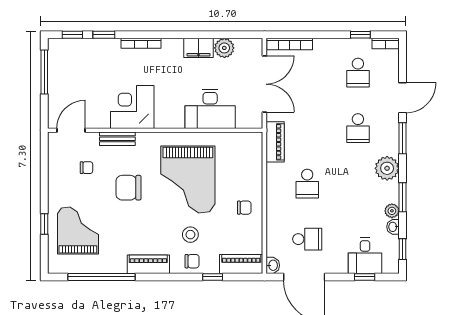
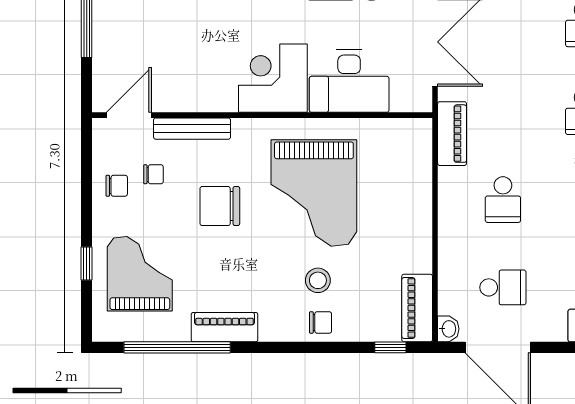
corner desk: (132, 107) -> (273, 78), moved
bench: (117, 139) -> (192, 129), width x1.36
chair: (244, 208) -> (117, 186), moved
piano: (148, 264) -> (225, 327), moved
piano: (241, 264) -> (417, 308), moved, turned -90
window: (213, 277) -> (390, 347), moved

